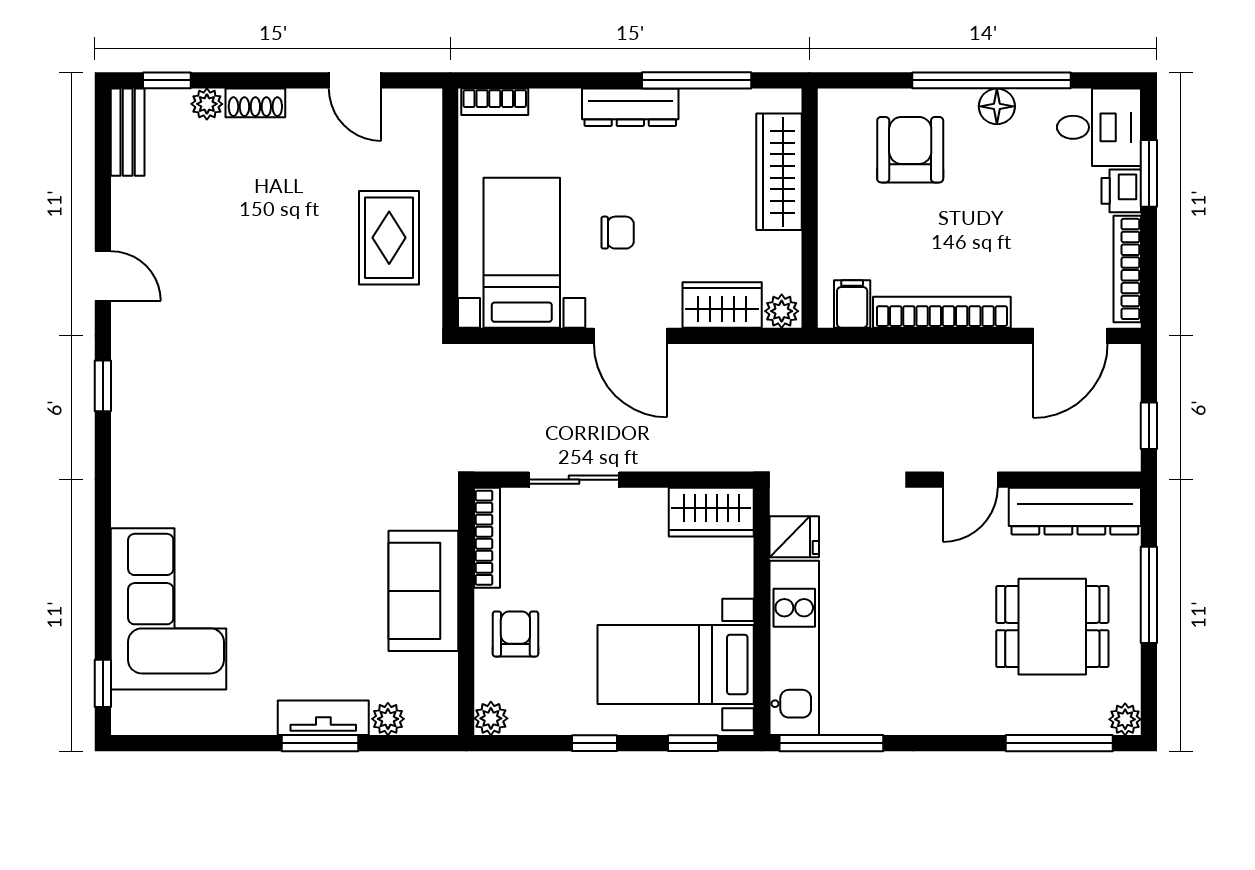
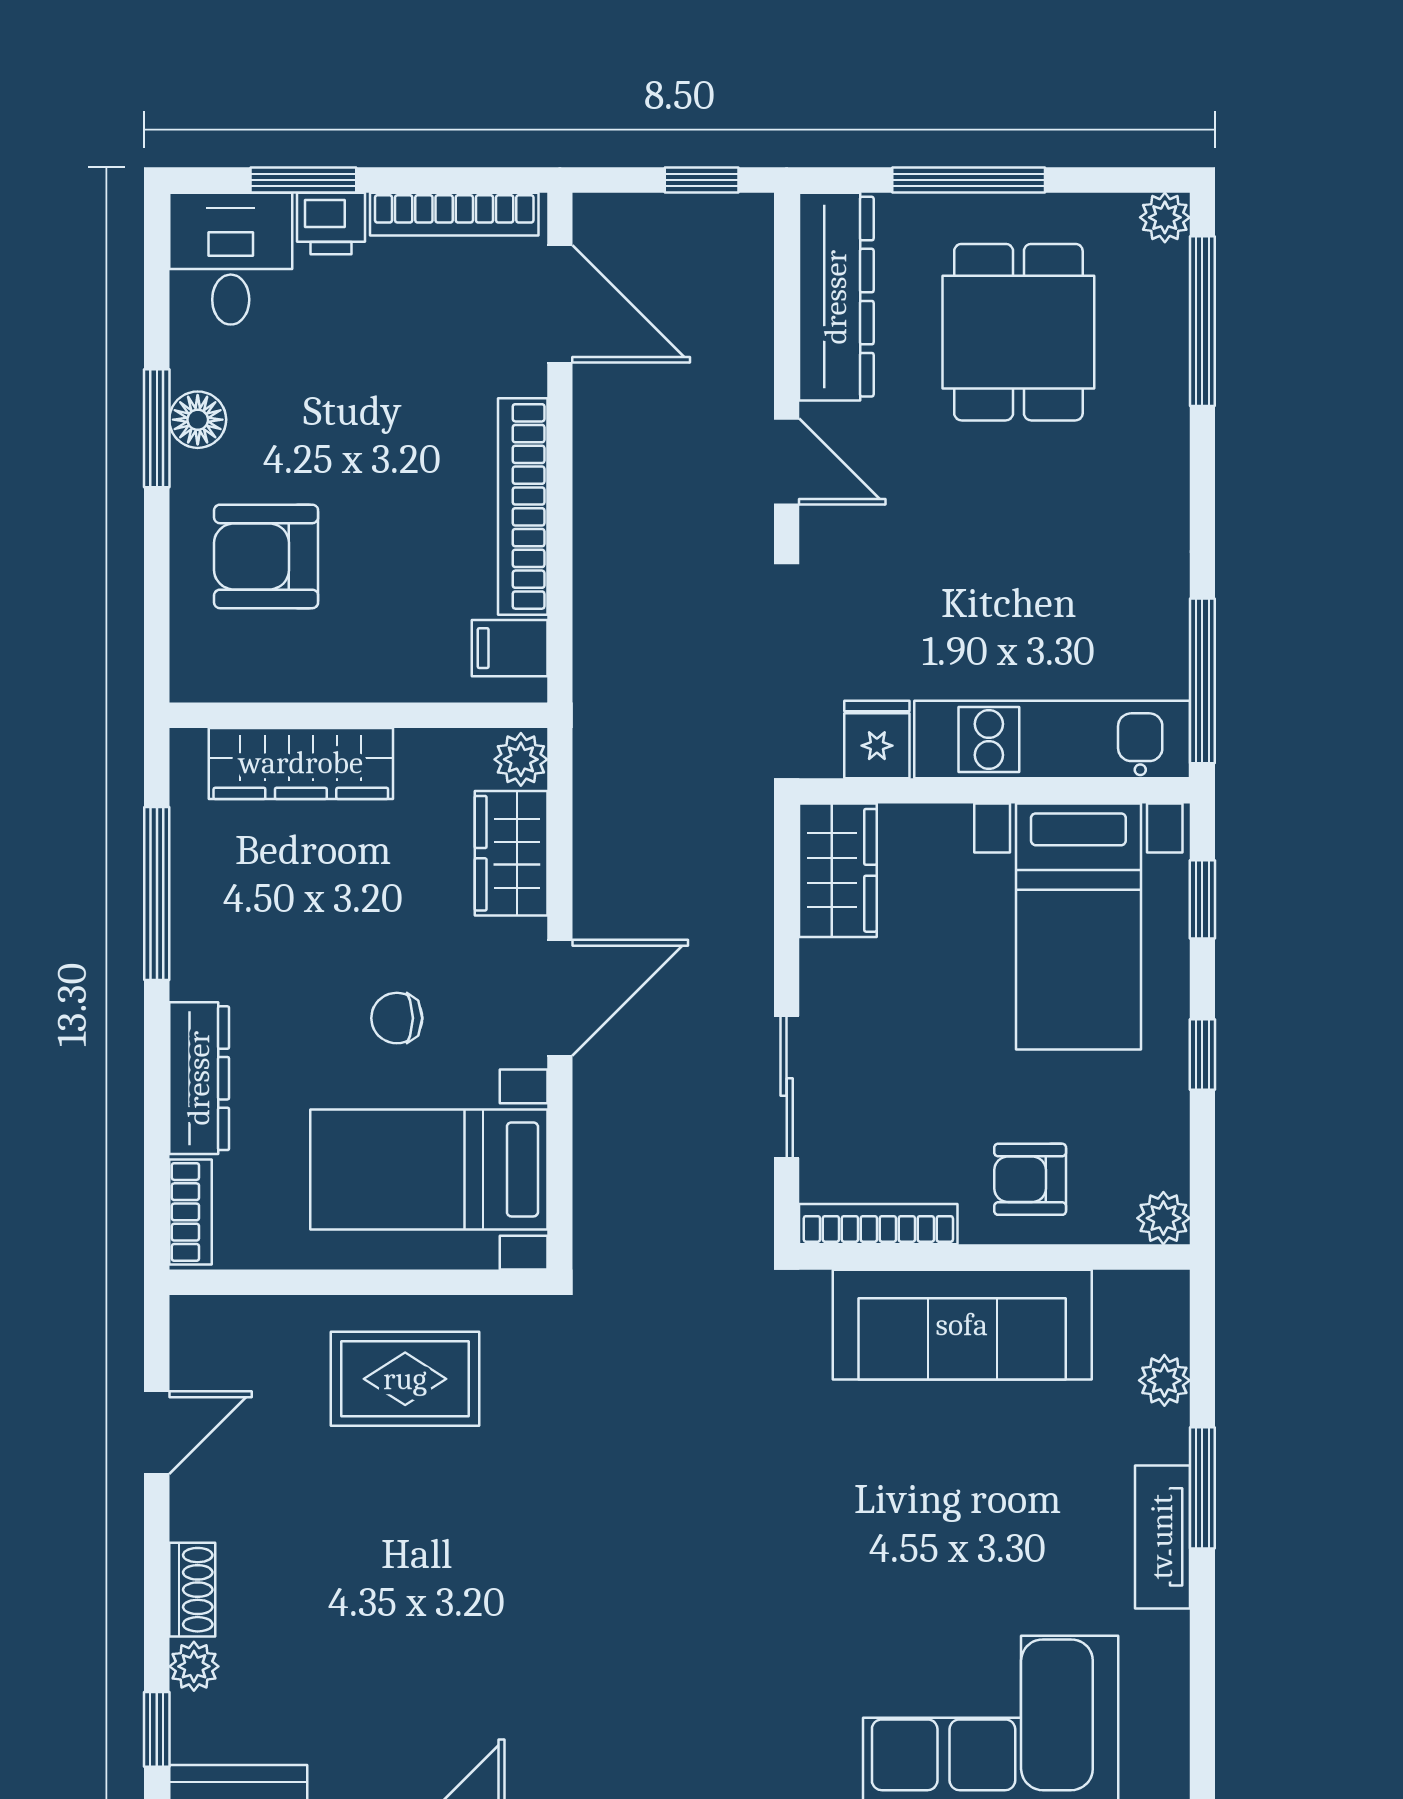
window: (991, 80) -> (157, 428), width x0.47
dresser: (630, 107) -> (199, 1078), moved
chair: (618, 233) -> (397, 1018), turned -90
sofa: (423, 591) -> (962, 1325), width x1.36
tv unit: (323, 718) -> (1162, 1537), moved

